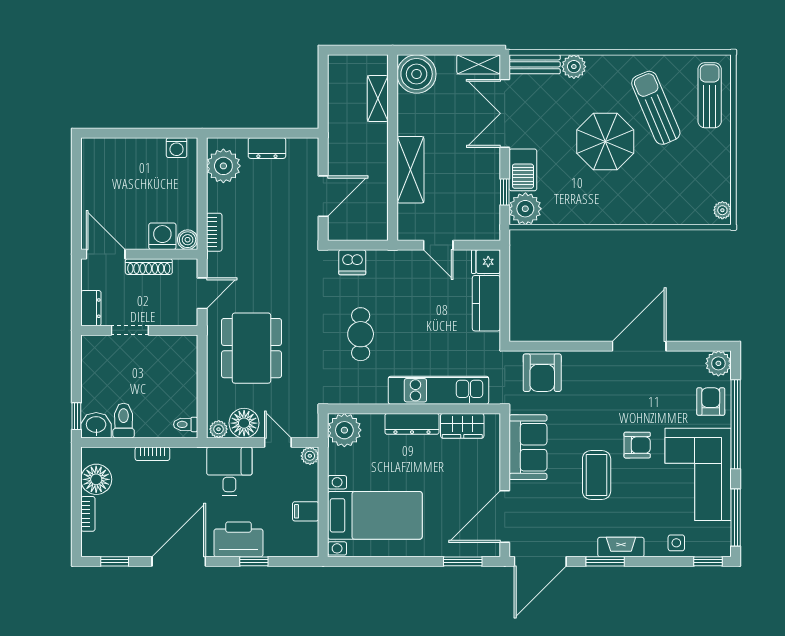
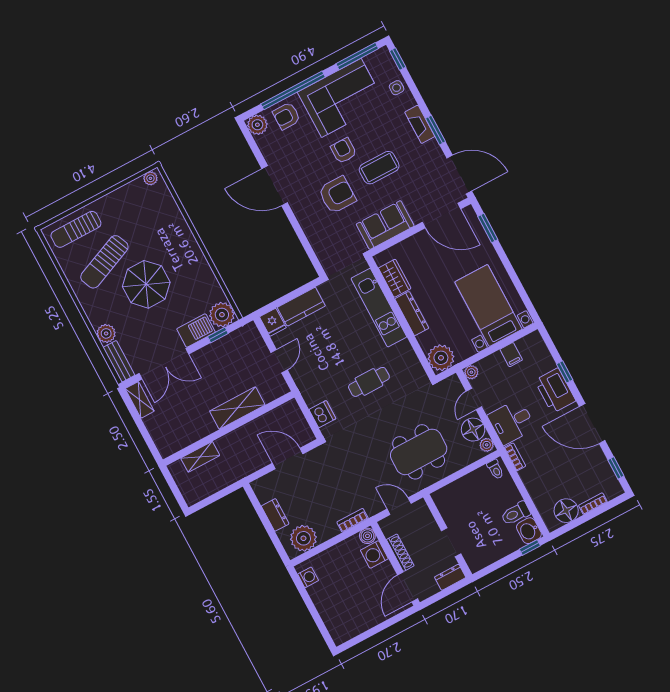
boiler: (417, 74) -> (169, 439), removed
armchair: (542, 373) -> (337, 195), moved
bookcase: (152, 454) -> (515, 457), moved

